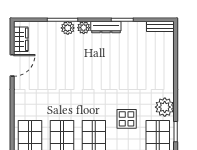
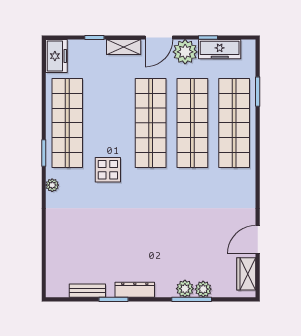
bench: (160, 26) -> (87, 291), moved
plant: (84, 28) -> (203, 289), moved
plant: (165, 107) -> (52, 185), width x0.53, depth x0.53

